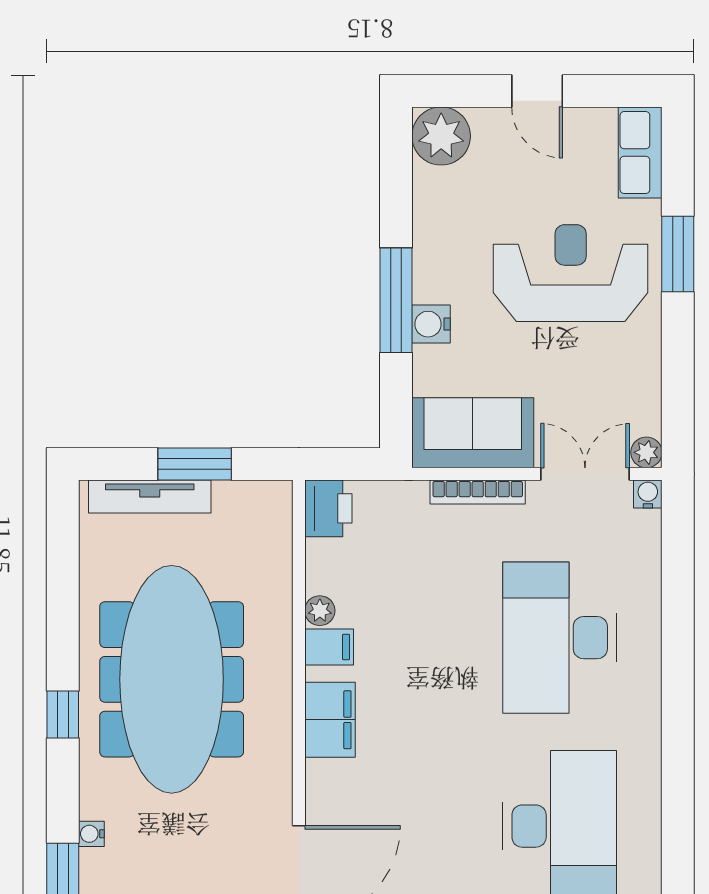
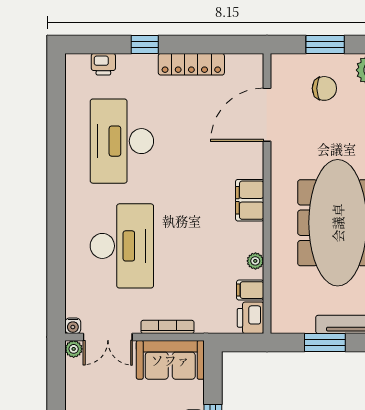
filing cabinet: (329, 647) -> (250, 290), moved

